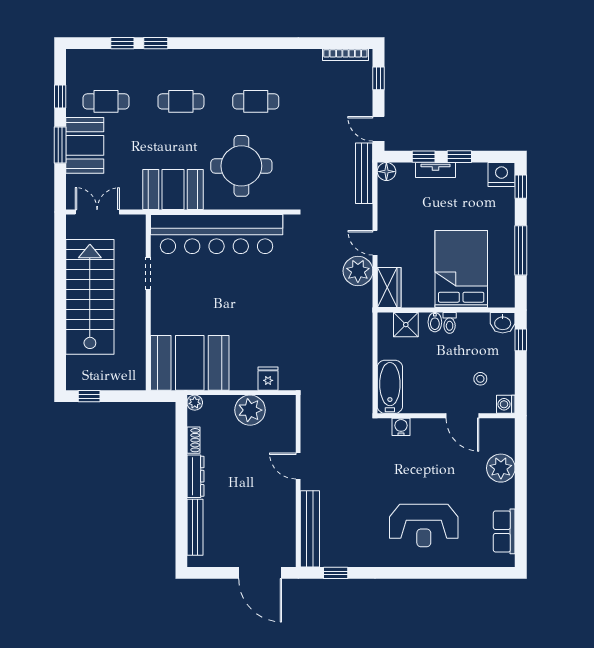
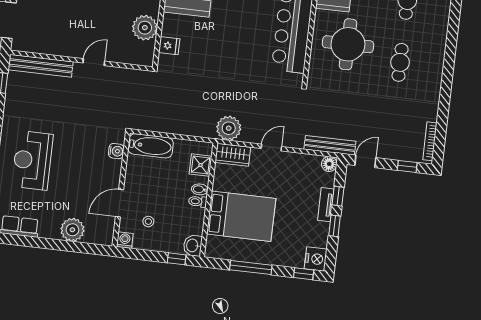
plant: (358, 271) -> (229, 128), moved

